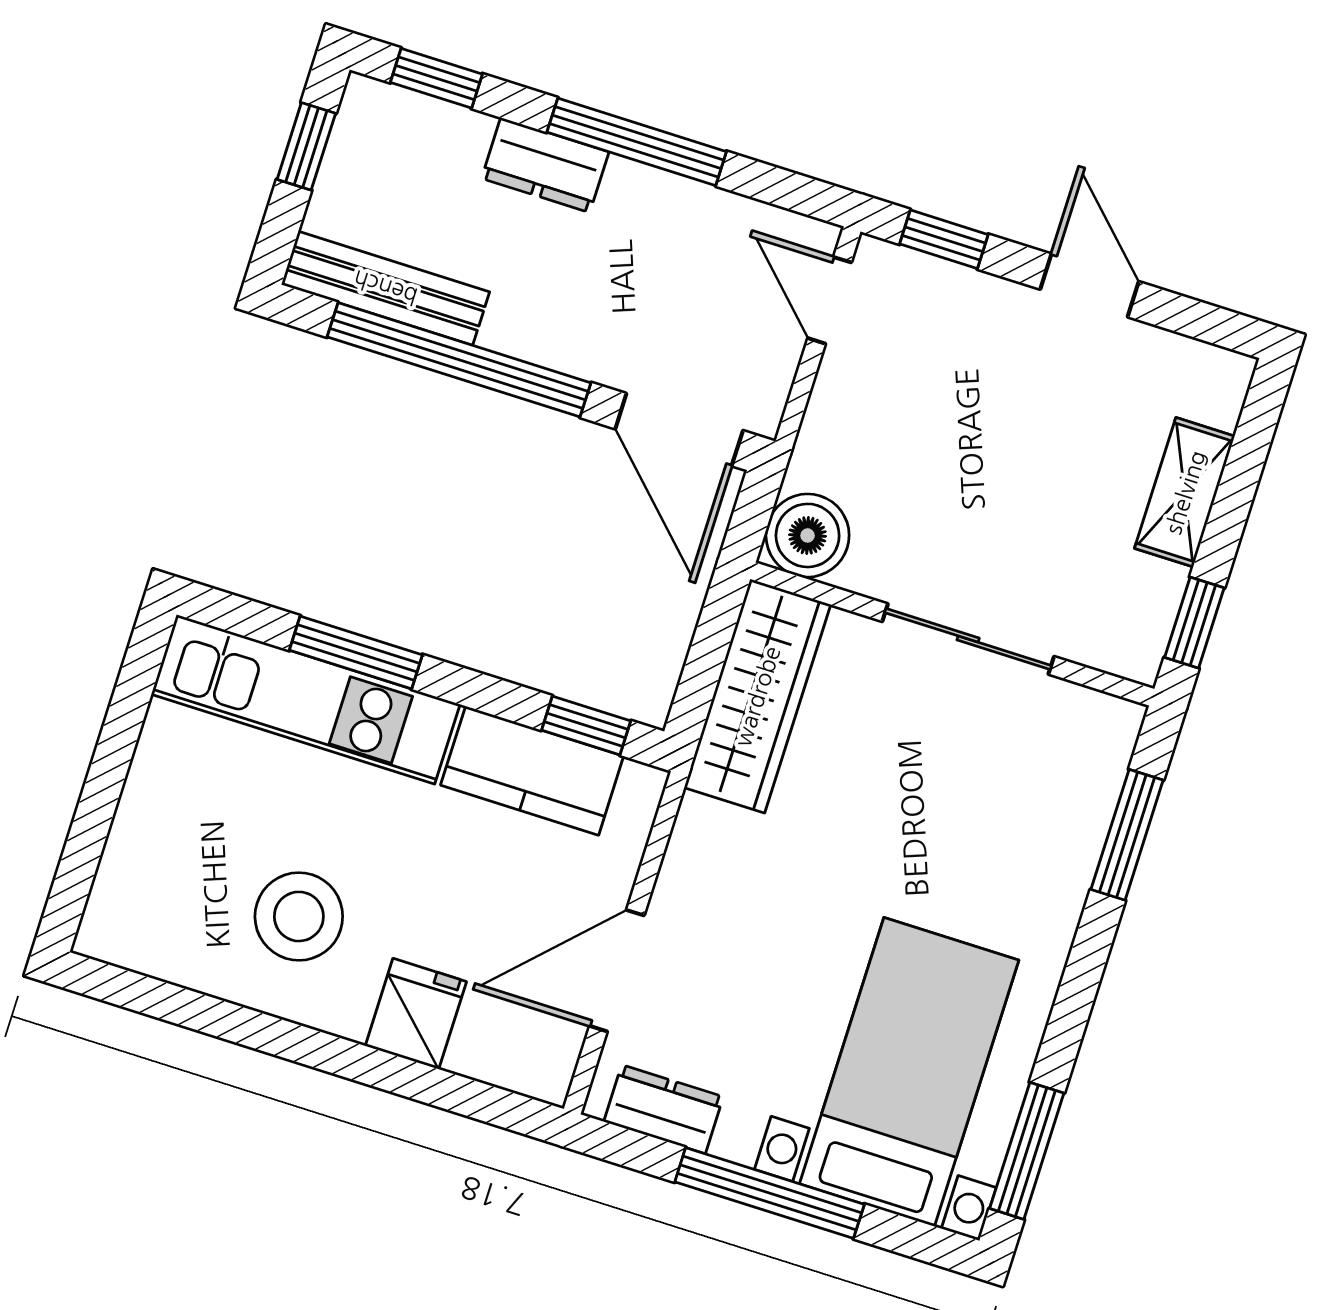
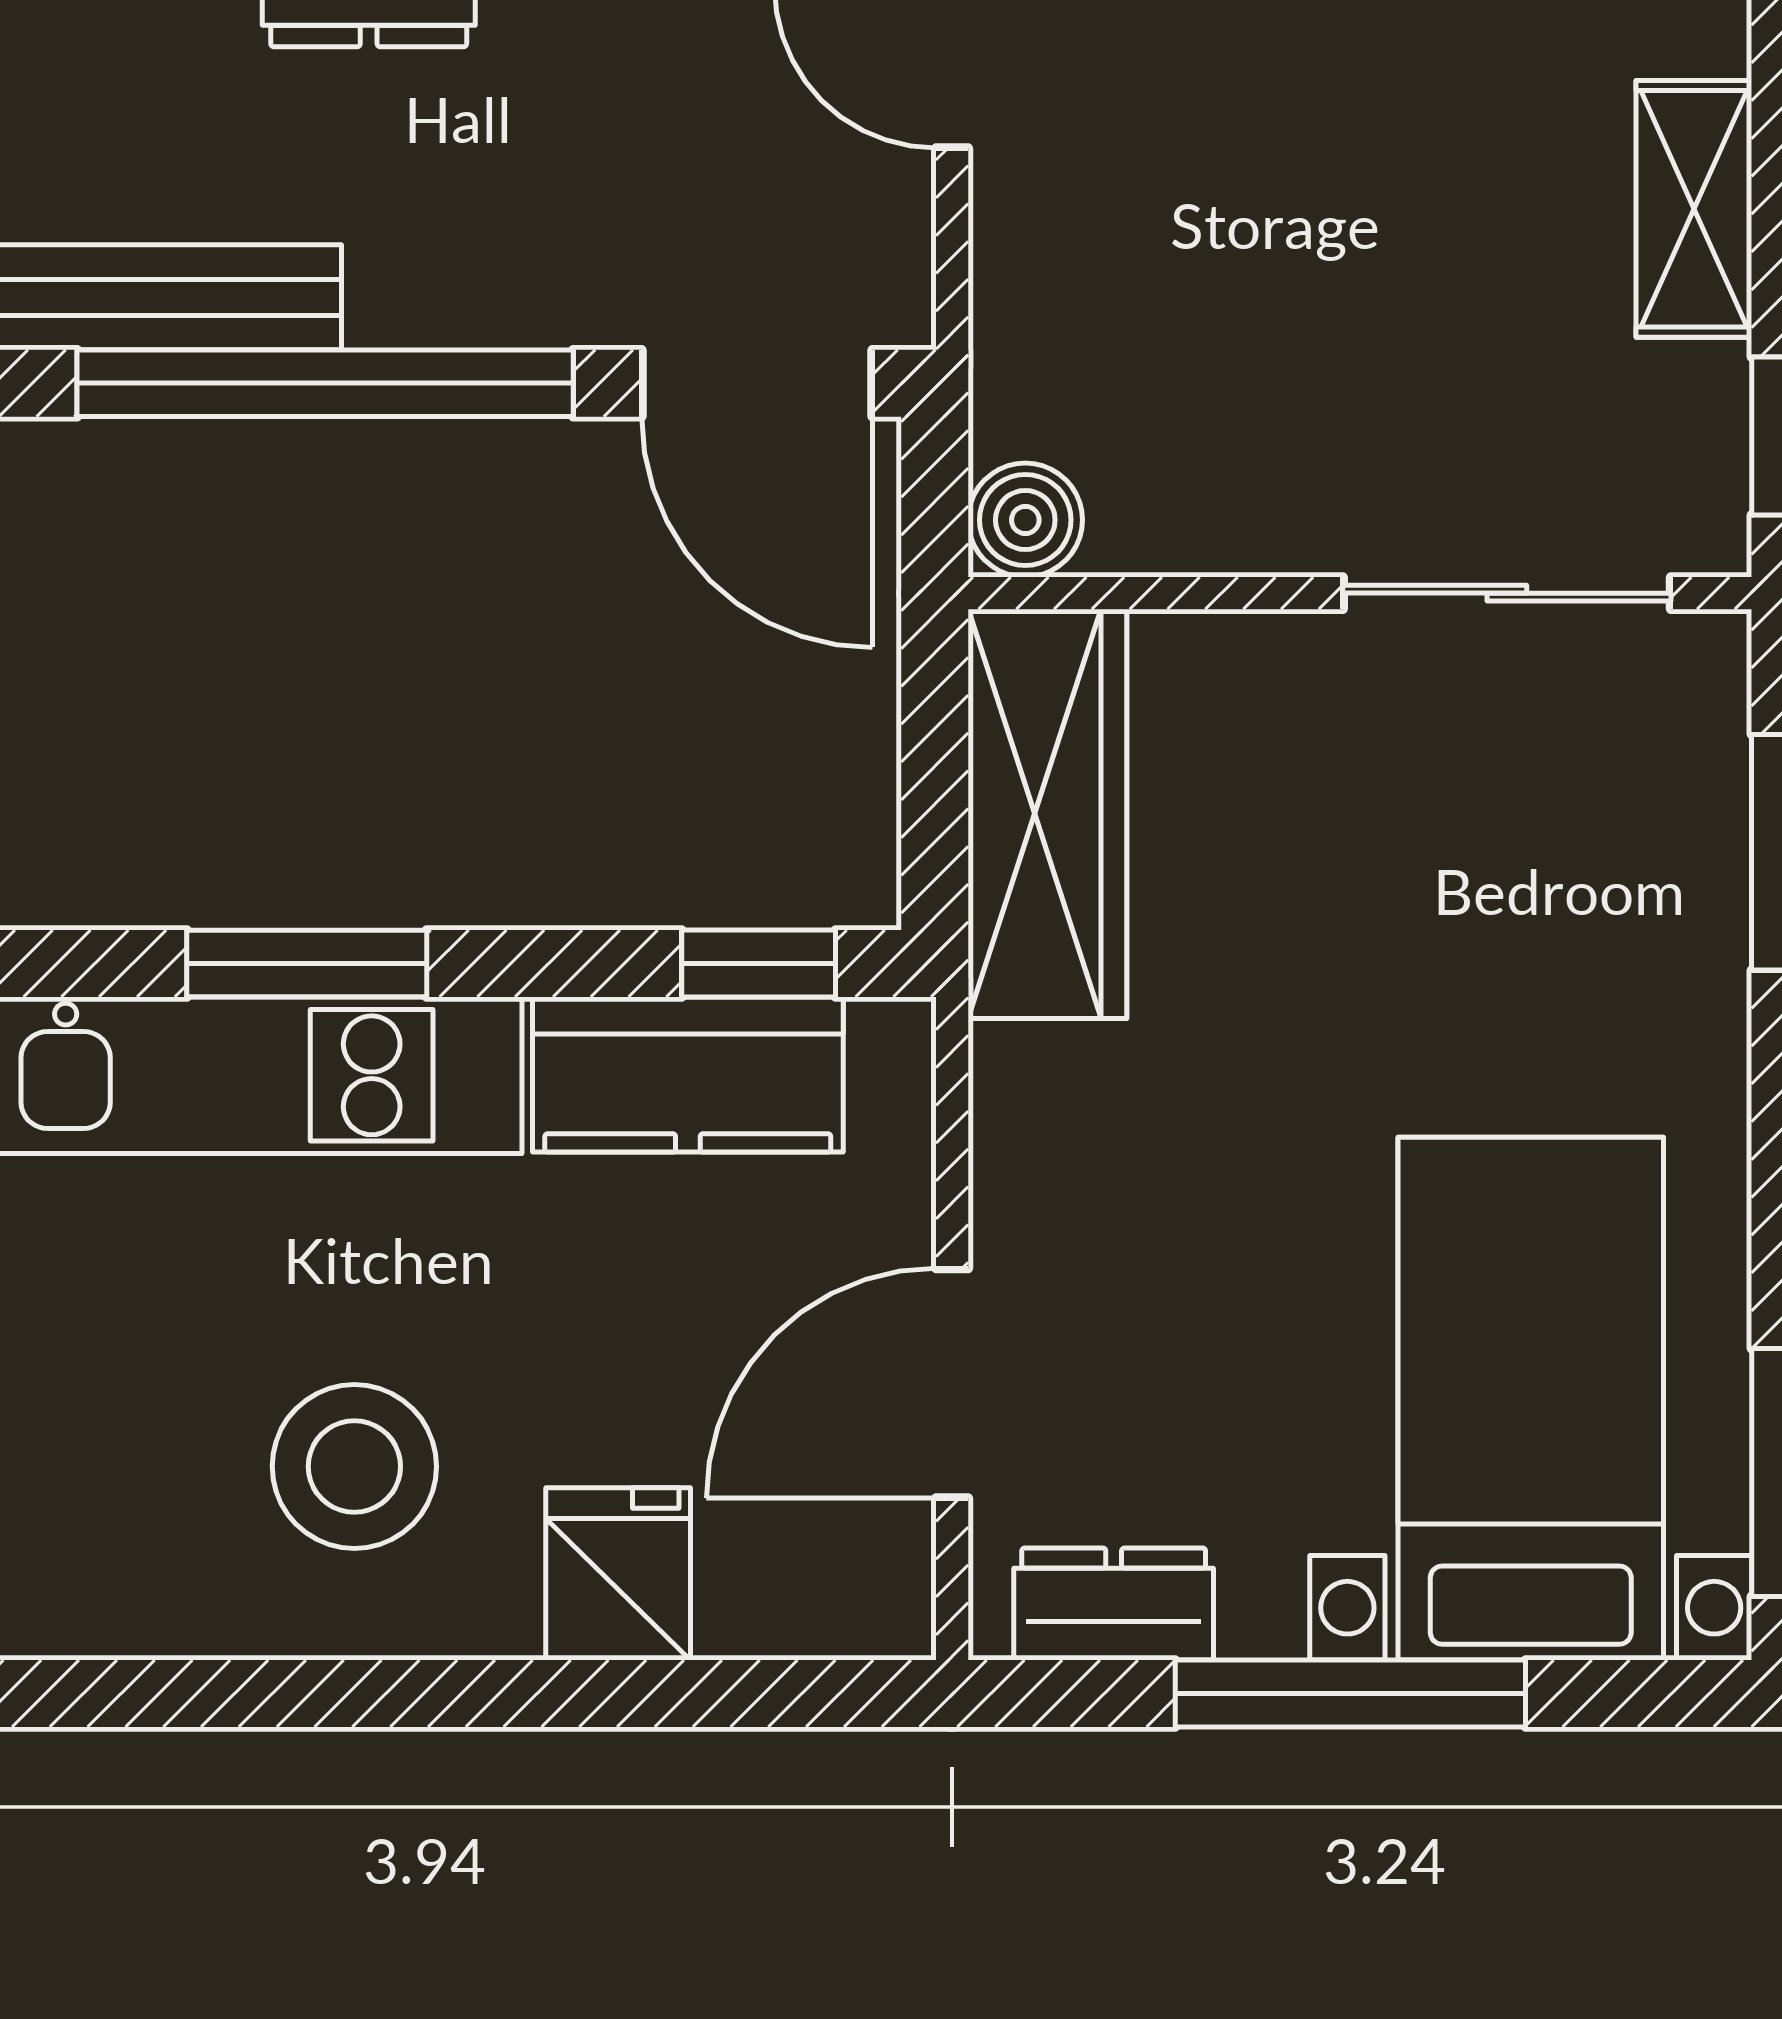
boiler: (808, 535) -> (1025, 520), width x0.73, depth x0.73
sliding door: (968, 639) -> (1507, 593), moved

